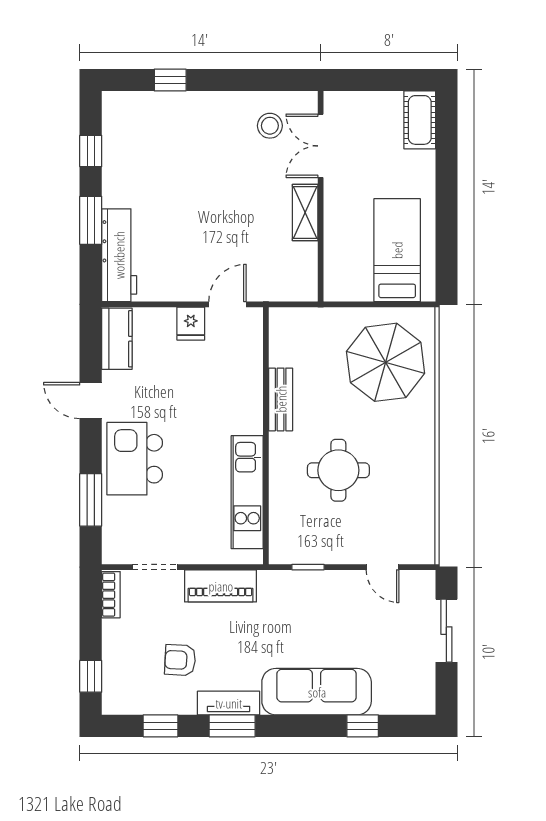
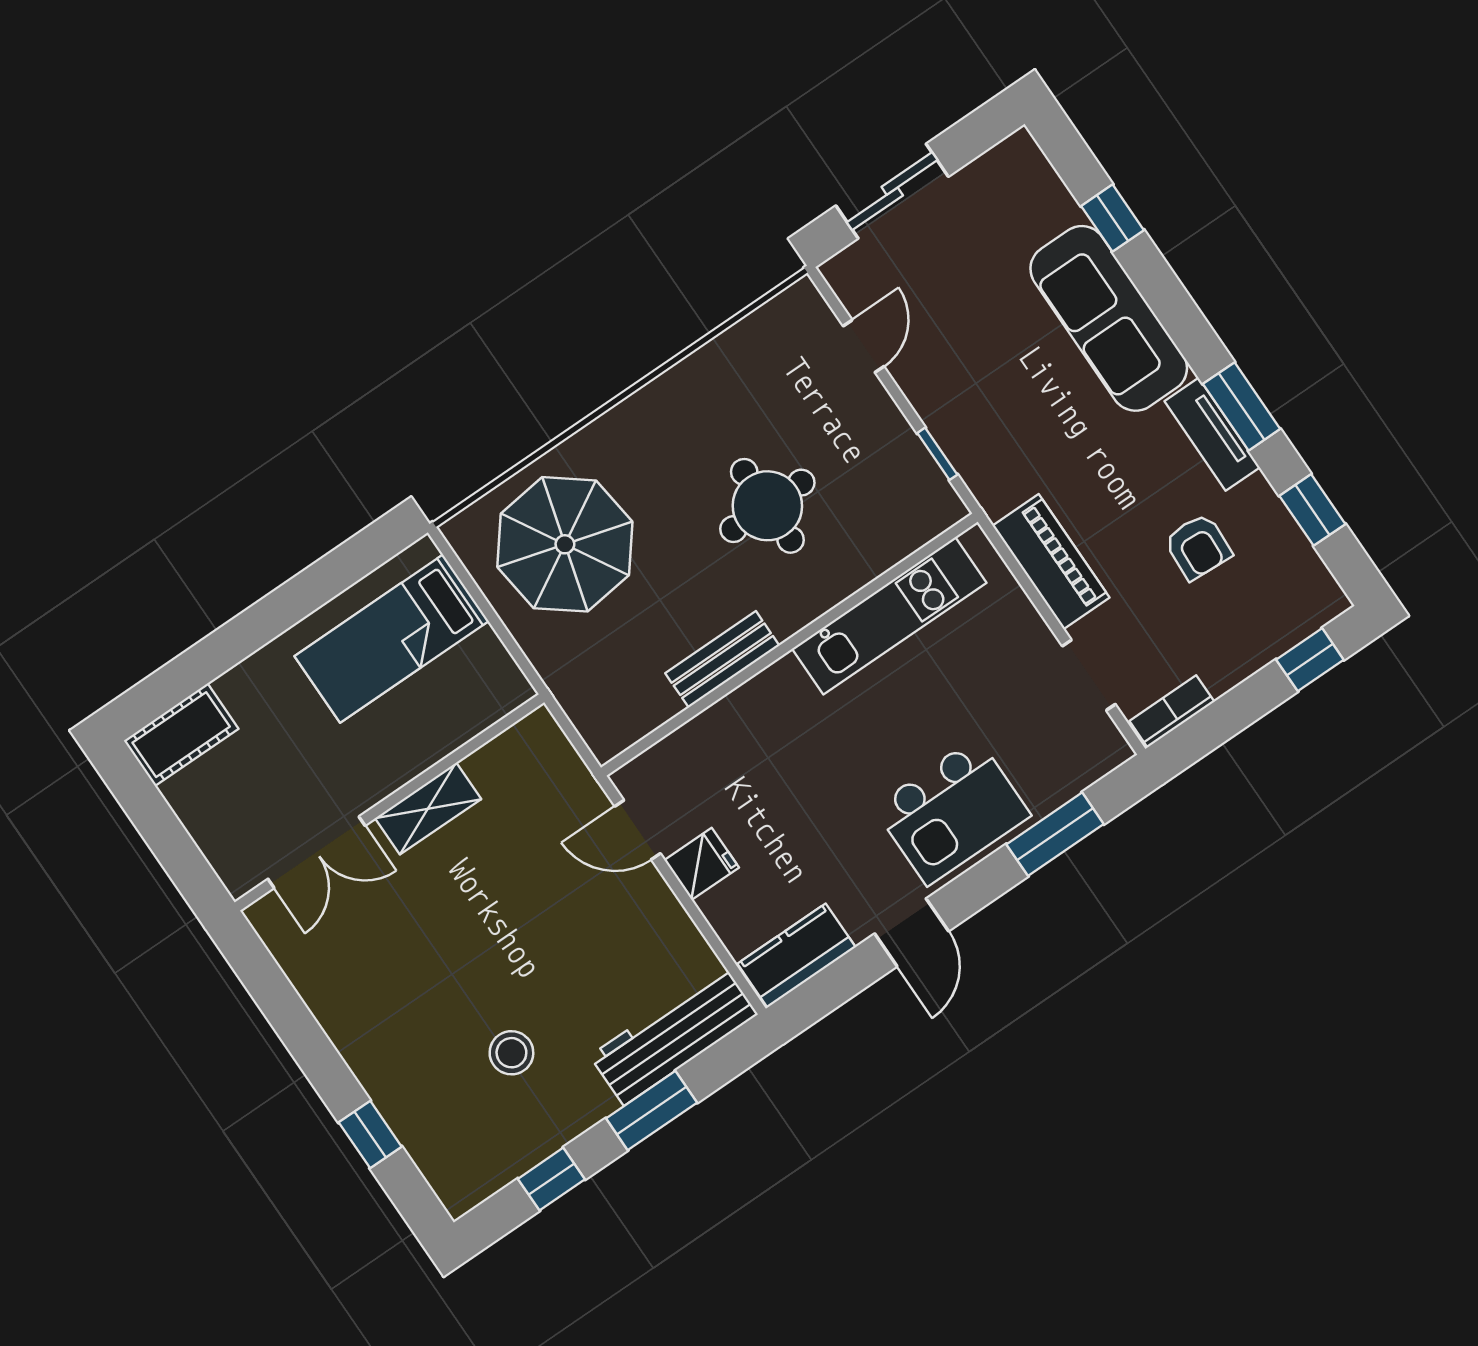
stool: (270, 126) -> (511, 1053), moved

